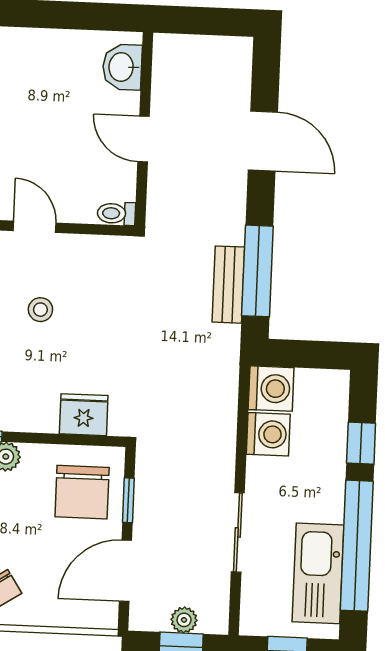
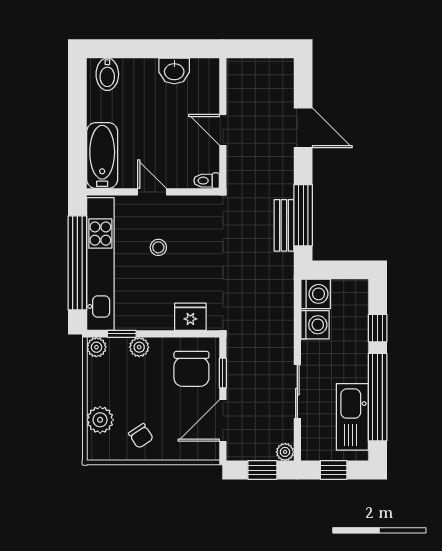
washbasin: (122, 67) -> (174, 71), moved, turned -90
plant: (184, 620) -> (285, 452), moved

